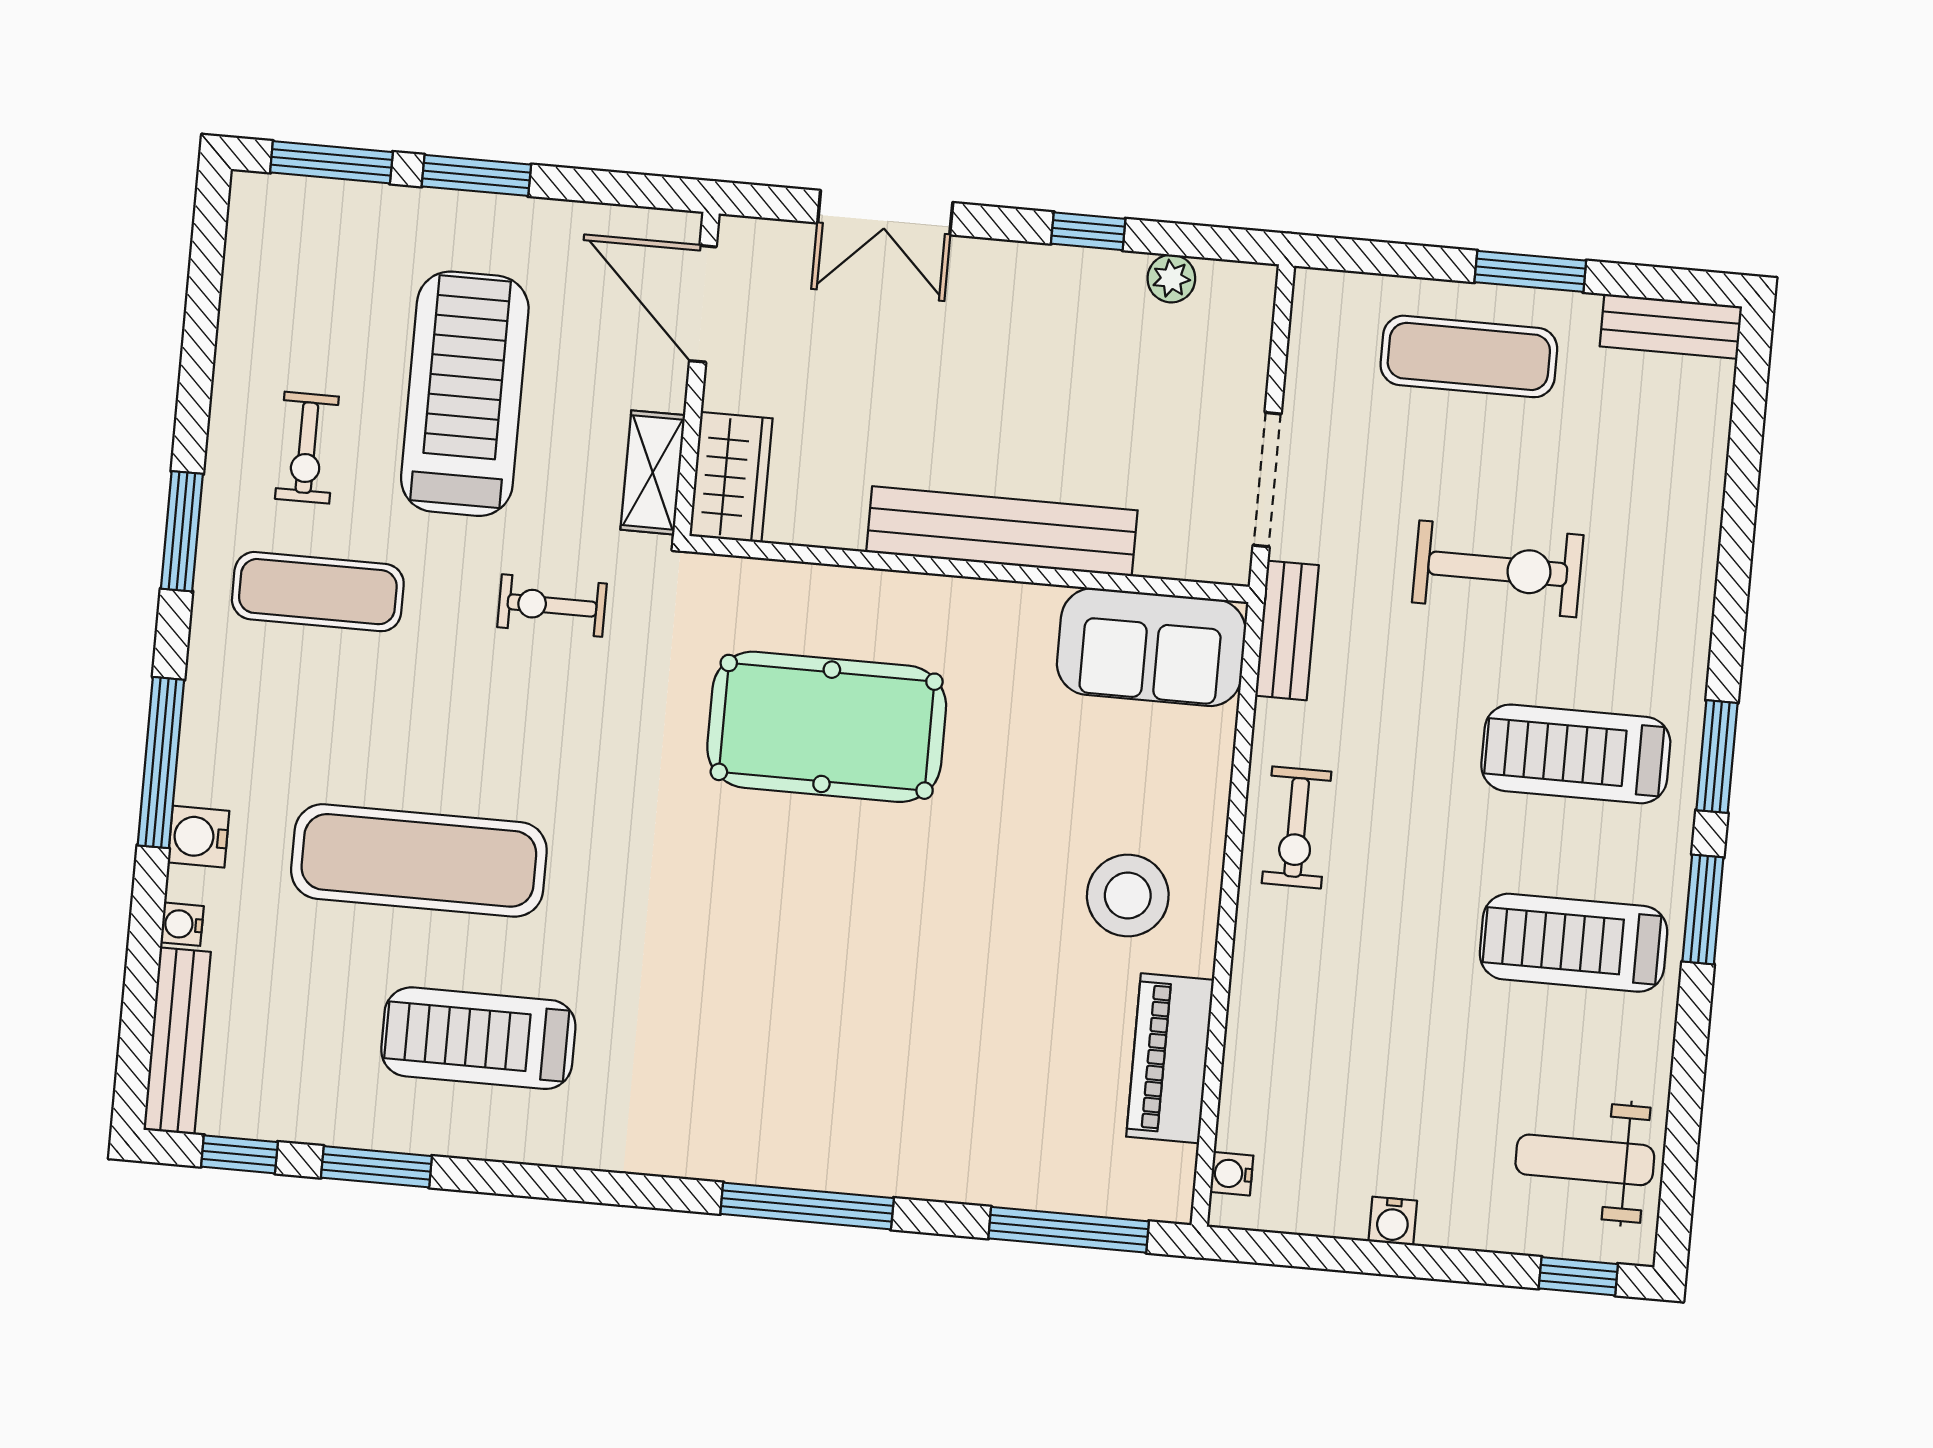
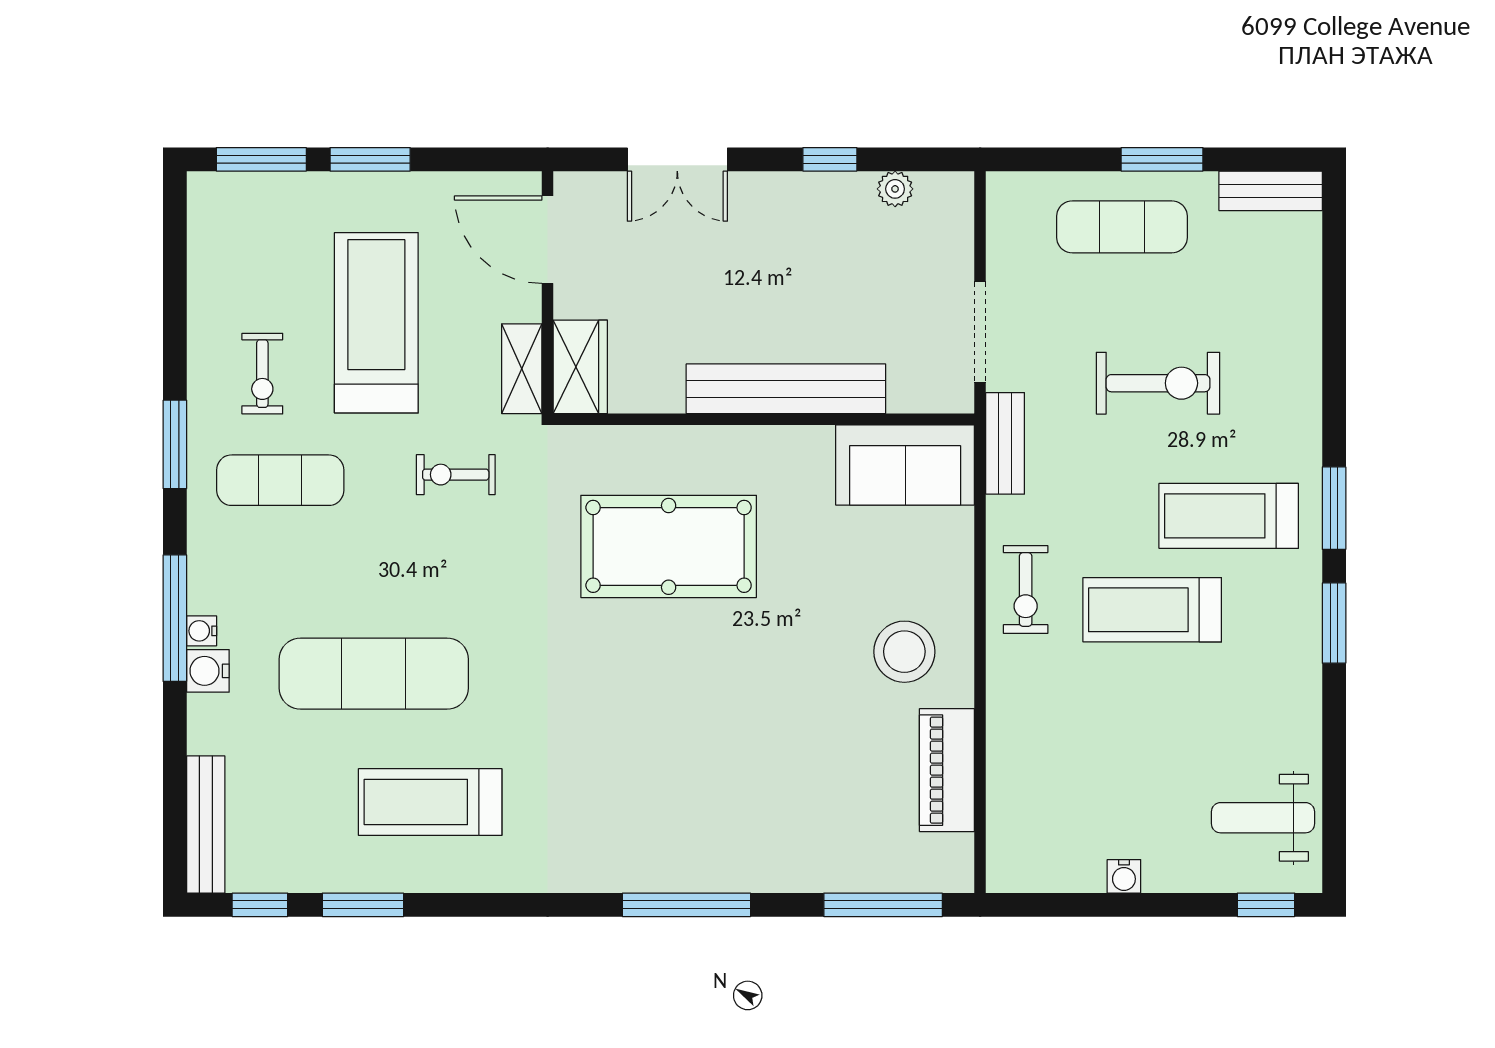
water cooler: (182, 924) -> (202, 631), moved
treadmill: (1574, 943) -> (1152, 610), moved
water cooler: (1232, 1174) -> (1001, 852), removed

